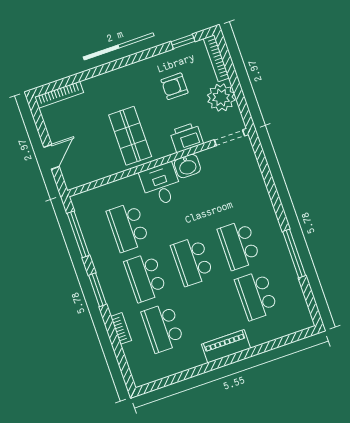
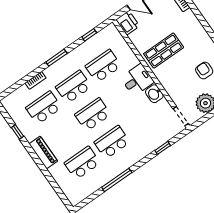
printer: (186, 137) -> (128, 23), moved
window: (267, 176) -> (163, 148), added
window: (78, 234) -> (89, 35), width x0.46
window: (187, 374) -> (17, 132), added

